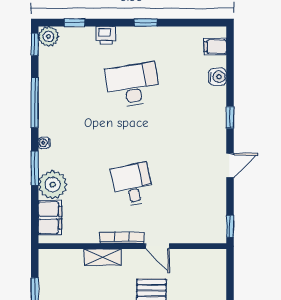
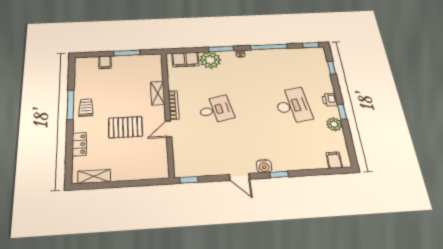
printer: (106, 35) -> (330, 100), moved
plant: (49, 36) -> (334, 124), moved
water cooler: (218, 77) -> (264, 166), moved

